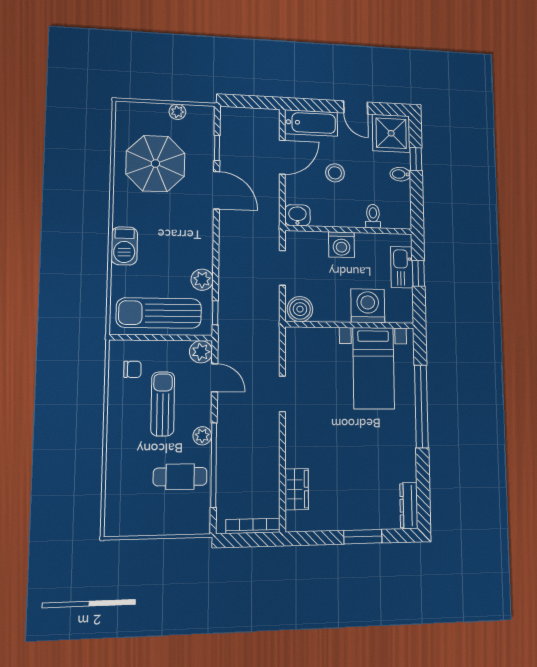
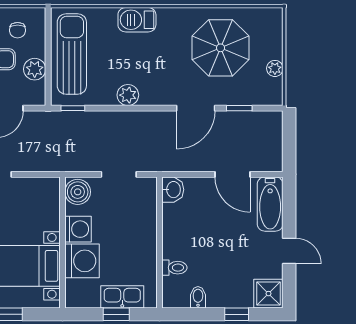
door: (356, 107) -> (289, 251), swing flipped
shower: (391, 133) -> (268, 294), width x0.73, depth x0.73
stool: (335, 173) -> (218, 228), removed
bidet: (400, 174) -> (198, 297), moved
washing machine: (341, 245) -> (78, 229), moved, turned 180
plant: (202, 280) -> (128, 95), moved
plant: (201, 352) -> (35, 69), moved

